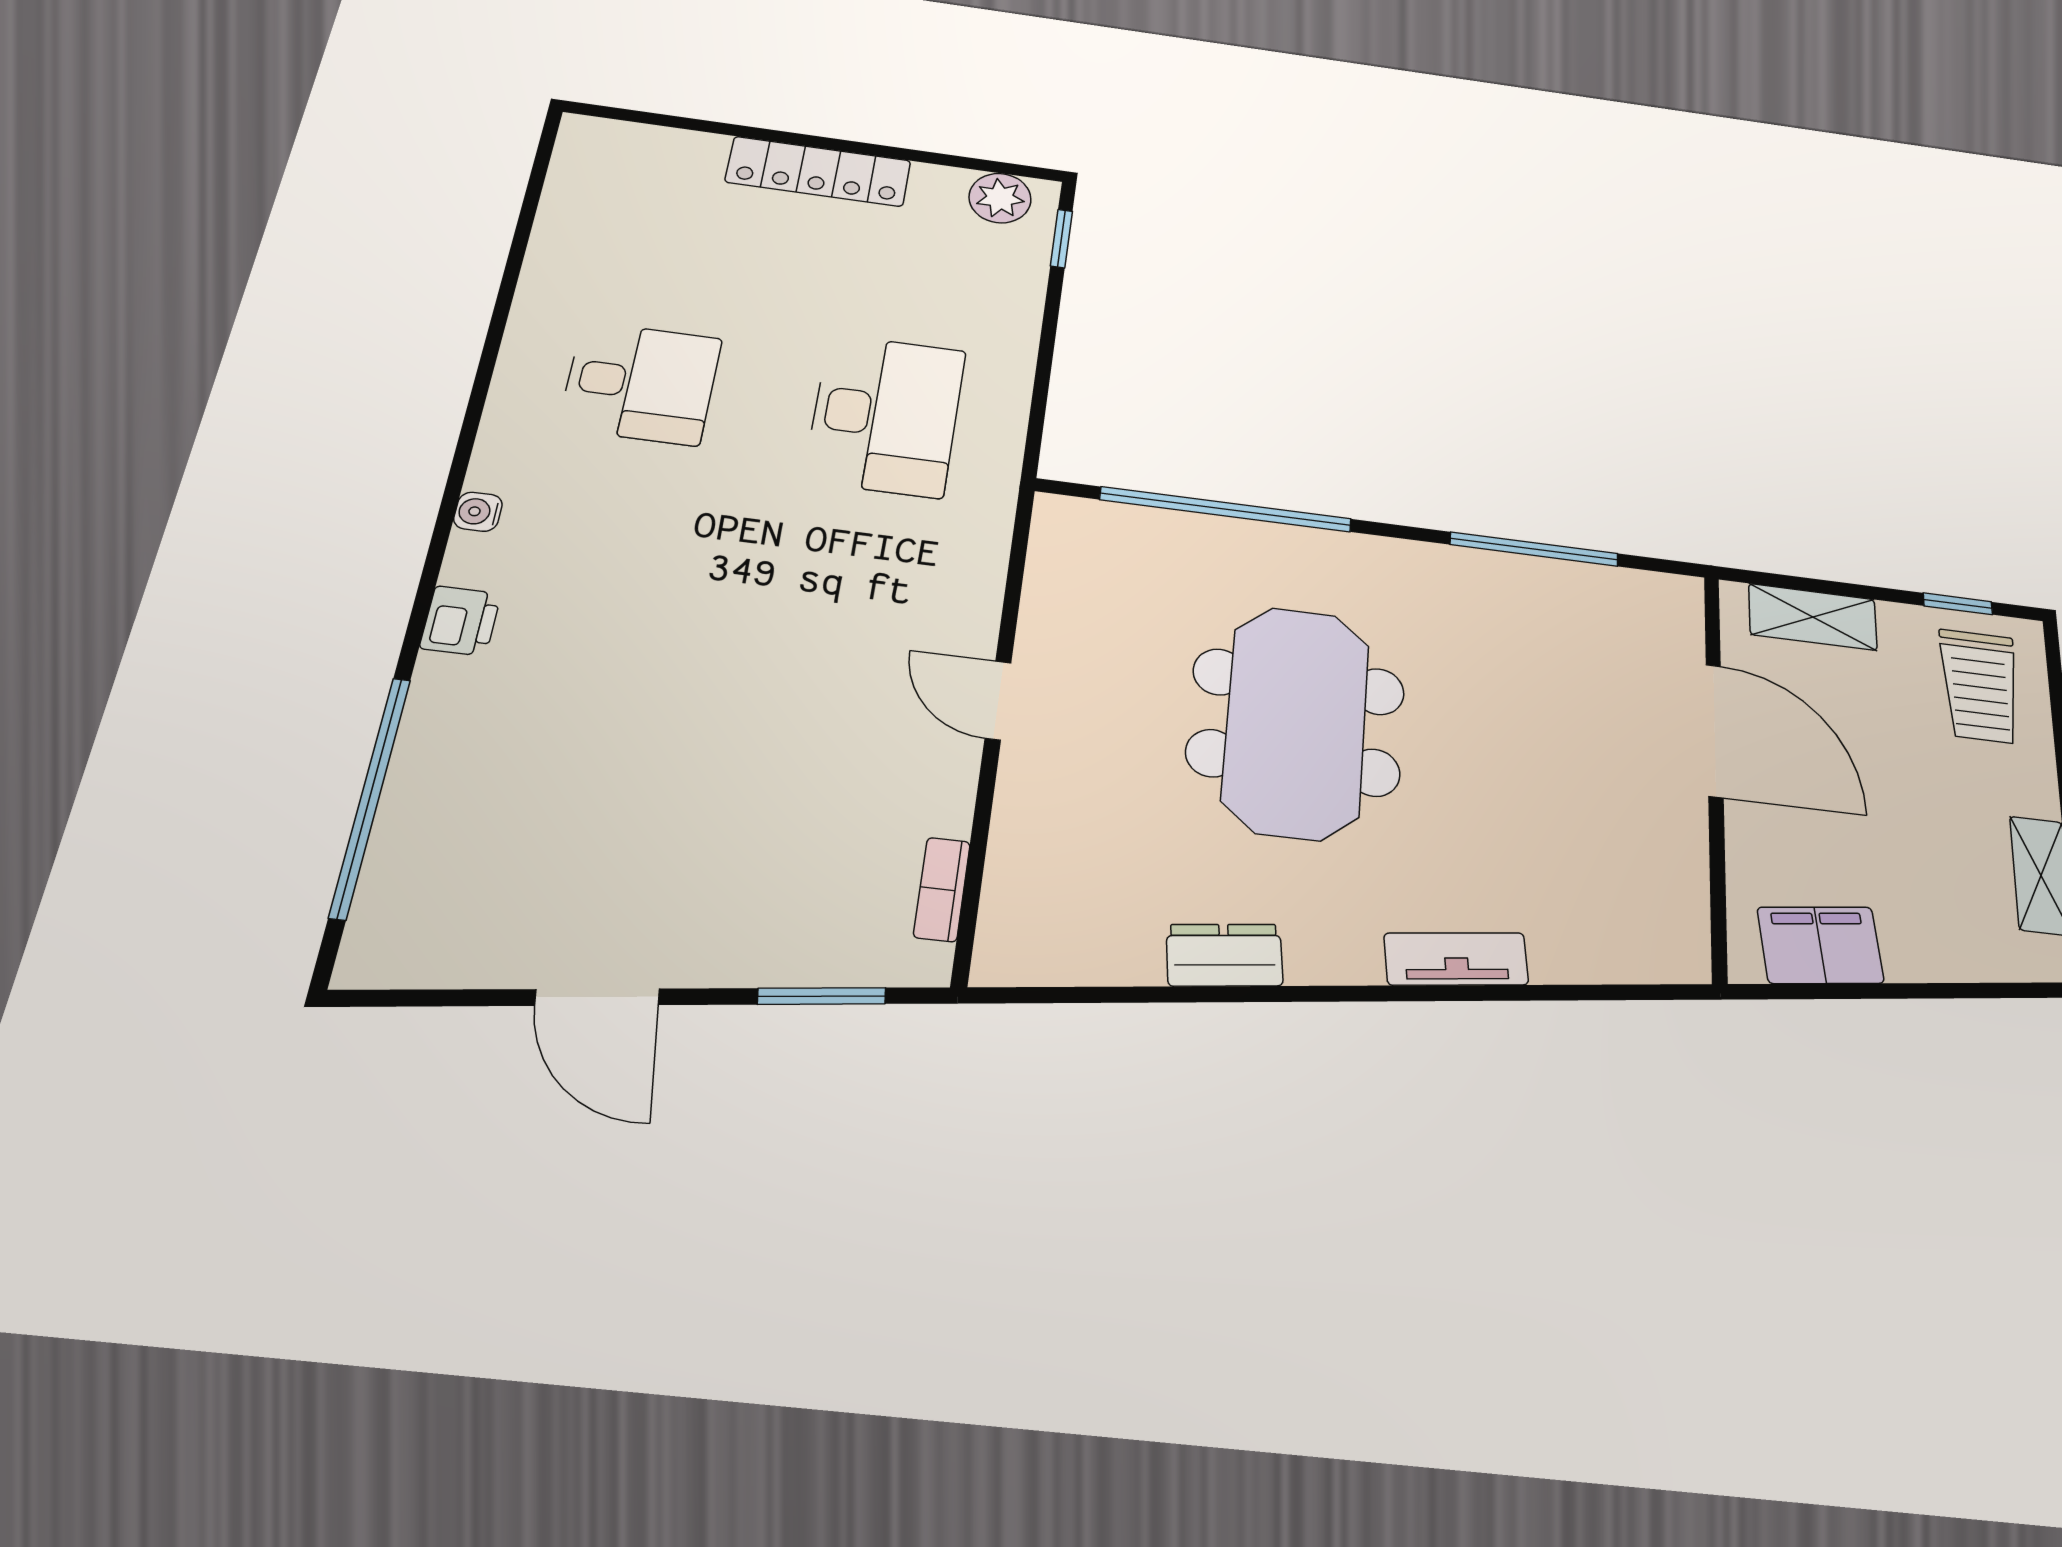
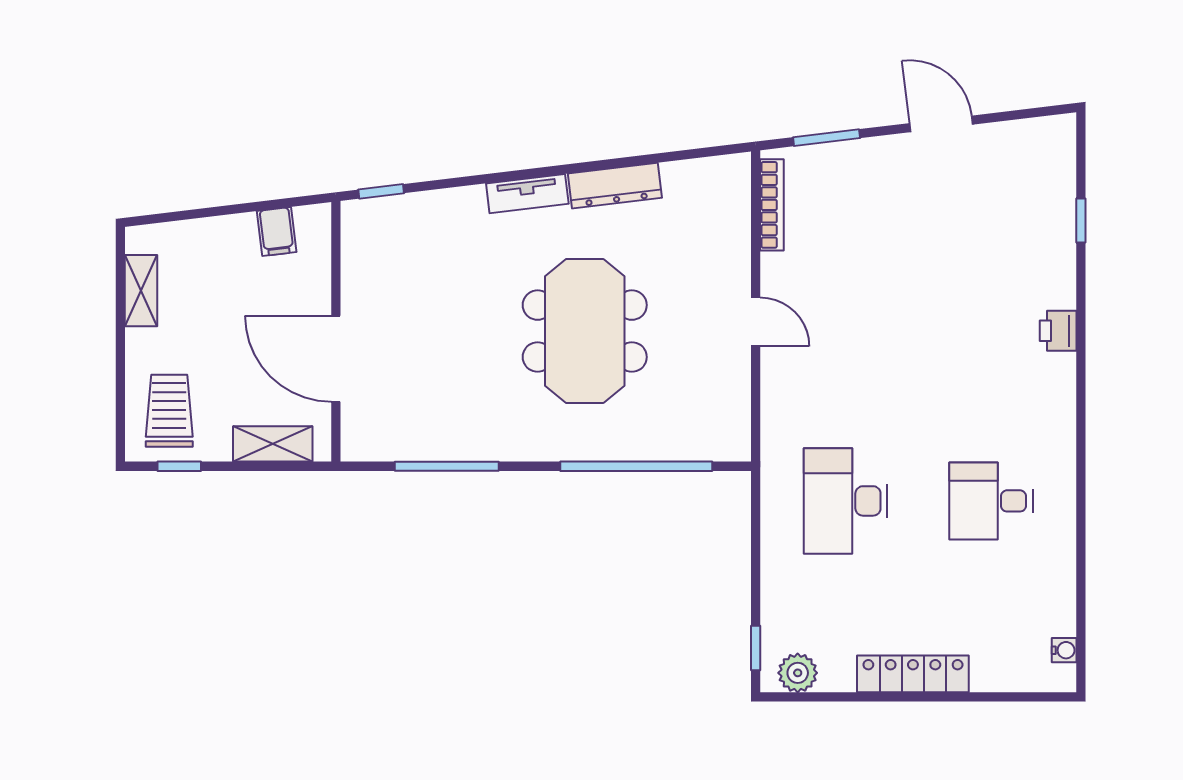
water cooler: (478, 512) -> (1064, 650), moved
window: (370, 797) -> (1081, 220), width x0.32
bookcase: (942, 889) -> (772, 205), width x1.56
filing cabinet: (1820, 945) -> (277, 232), width x0.50
dresser: (1224, 955) -> (615, 186), width x1.44
tv unit: (1456, 959) -> (527, 194), moved
window: (1641, 992) -> (381, 191), added

